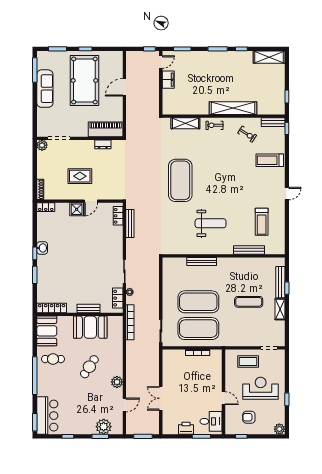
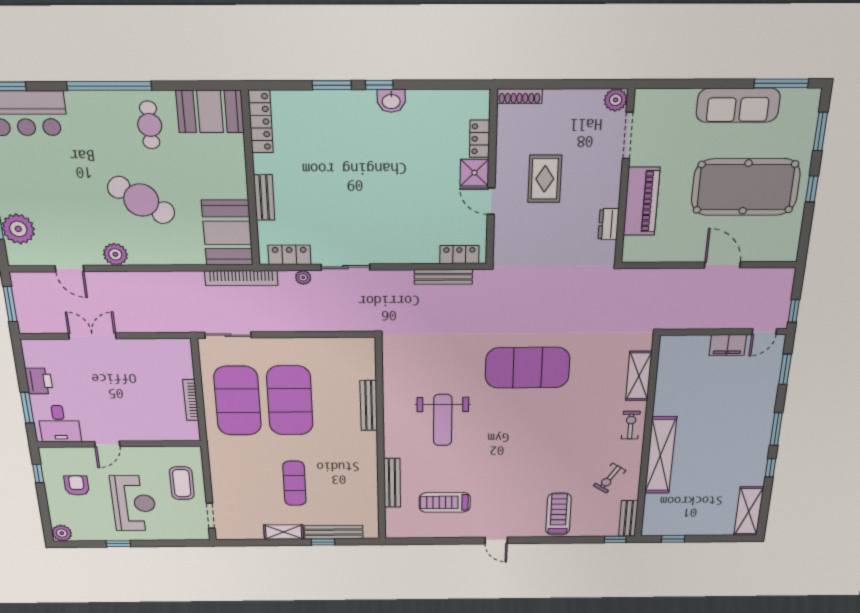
door: (161, 62) -> (764, 332), hinge flipped
piano: (106, 129) -> (642, 201), moved
locker: (46, 207) -> (480, 139), moved
booth: (90, 327) -> (227, 233), moved
cafe table: (89, 367) -> (141, 200), width x1.37, depth x1.35

